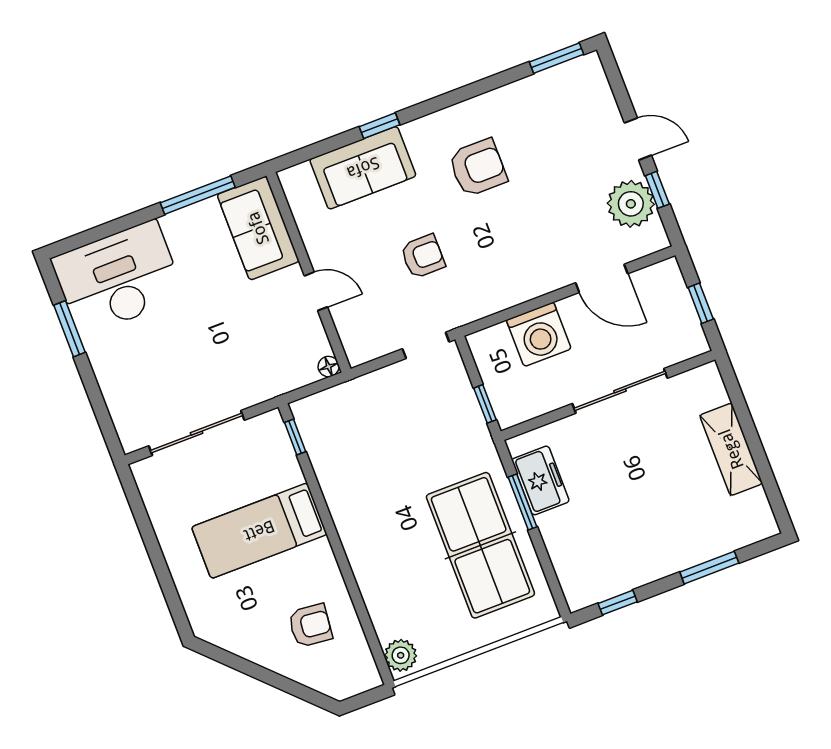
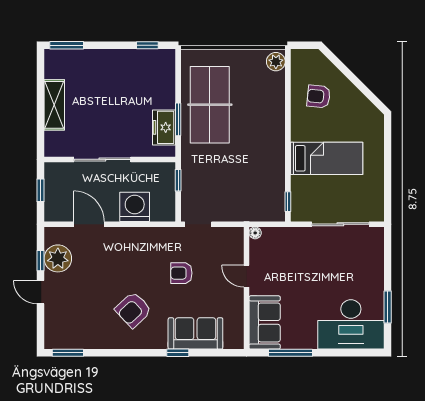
armchair: (478, 168) -> (133, 310), turned -43
window: (709, 568) -> (67, 45), moved

